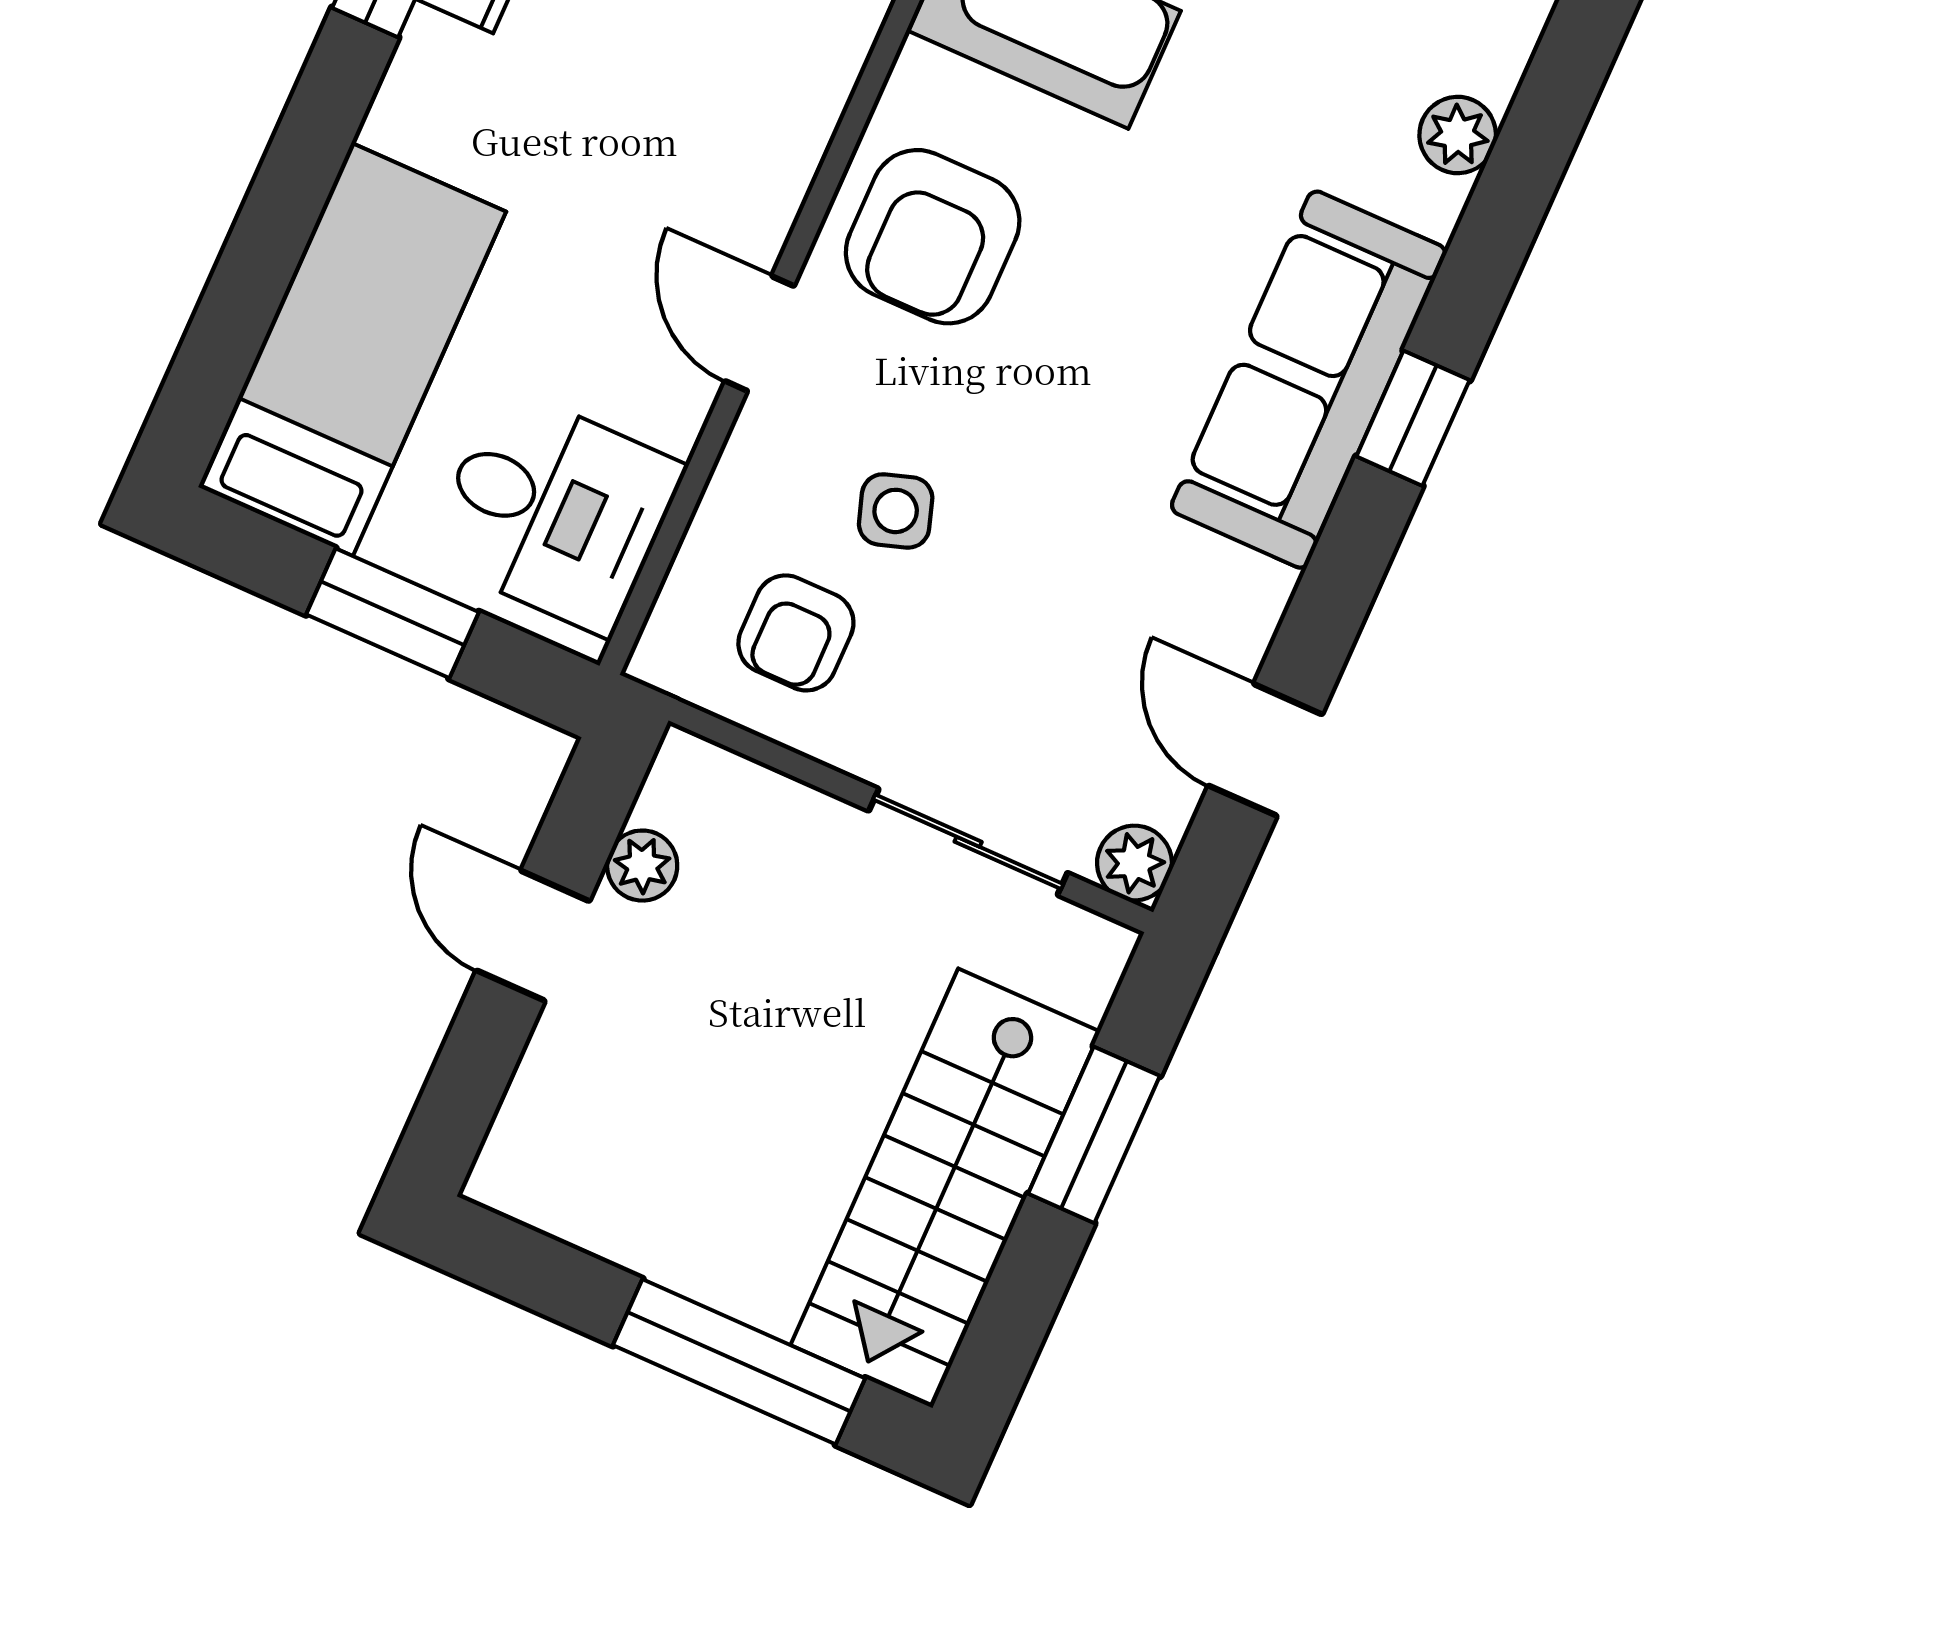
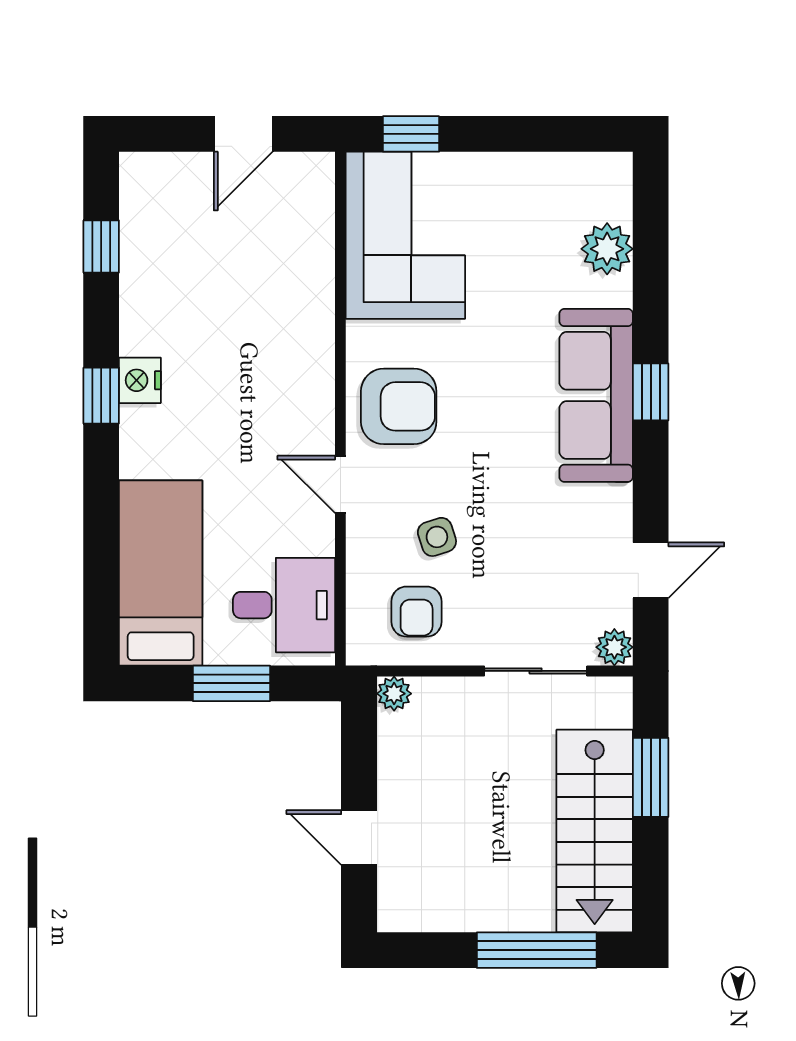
plant: (1458, 135) -> (607, 249), width x1.38, depth x1.38
armchair: (933, 237) -> (399, 406), turned -90
door: (1265, 750) -> (651, 570), swing flipped
plant: (642, 866) -> (394, 694), moved
door: (533, 936) -> (359, 838), moved

